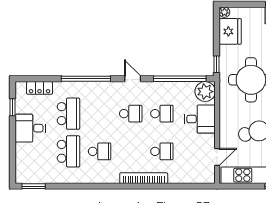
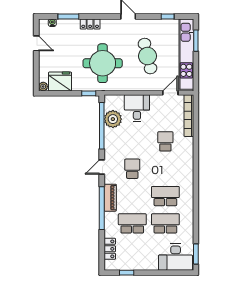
piano: (98, 88) -> (110, 198), added
plant: (205, 92) -> (113, 119), moved
school desk: (162, 114) -> (132, 141), removed
desk: (30, 128) -> (176, 257), moved, width x1.37
school desk: (100, 151) -> (165, 196), width x1.85
door: (217, 157) -> (170, 93), hinge flipped
bookcase: (144, 178) -> (189, 116), moved

